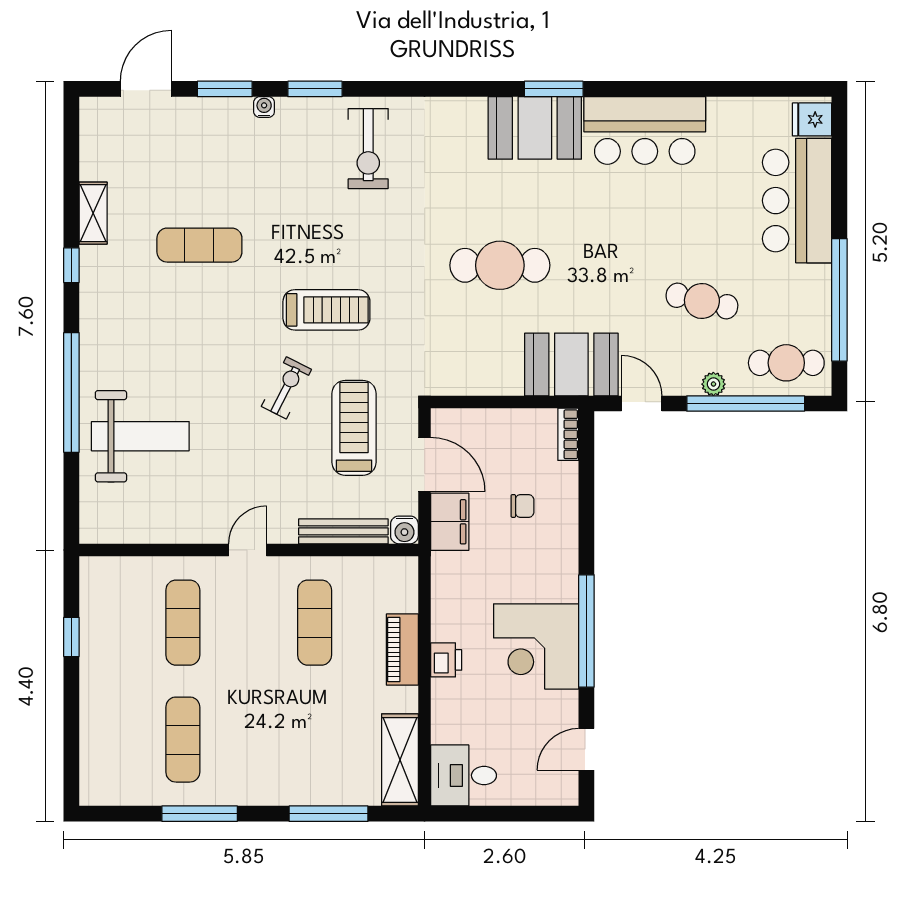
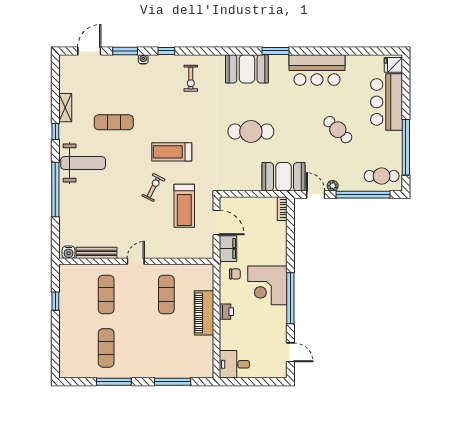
window: (315, 89) -> (166, 51), width x0.67
booth: (535, 128) -> (247, 69), moved
exercise bike: (368, 149) -> (191, 78), width x0.73, depth x0.72
cafe table: (702, 301) -> (338, 130), moved, turned 30
treadmill: (326, 310) -> (172, 152), turned 180
plant: (713, 384) -> (333, 186), moved
treadmill: (354, 428) -> (184, 206), turned 180
weight bench: (140, 436) -> (83, 163), moved
chair: (522, 506) -> (235, 274), moved
water cooler: (404, 530) -> (69, 252), moved
bench: (343, 531) -> (96, 253), moved
corner desk: (536, 646) -> (267, 285), moved
piano: (402, 650) -> (204, 313), width x1.37, depth x1.33
door: (586, 749) -> (290, 352), swing flipped
shelving: (400, 760) -> (205, 357), removed

